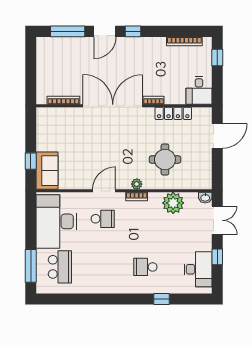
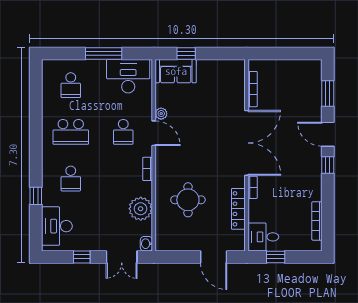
window: (68, 31) -> (328, 94), width x0.69
window: (217, 58) -> (276, 257), moved
plant: (137, 184) -> (161, 114), moved
desk: (56, 221) -> (128, 76), width x0.73, depth x0.77
window: (31, 266) -> (104, 53), moved
school desk: (60, 267) -> (71, 85), width x0.54
school desk: (103, 267) -> (71, 132), added
school desk: (145, 267) -> (71, 179), turned 180
desk: (198, 269) -> (57, 226), moved, turned 90

